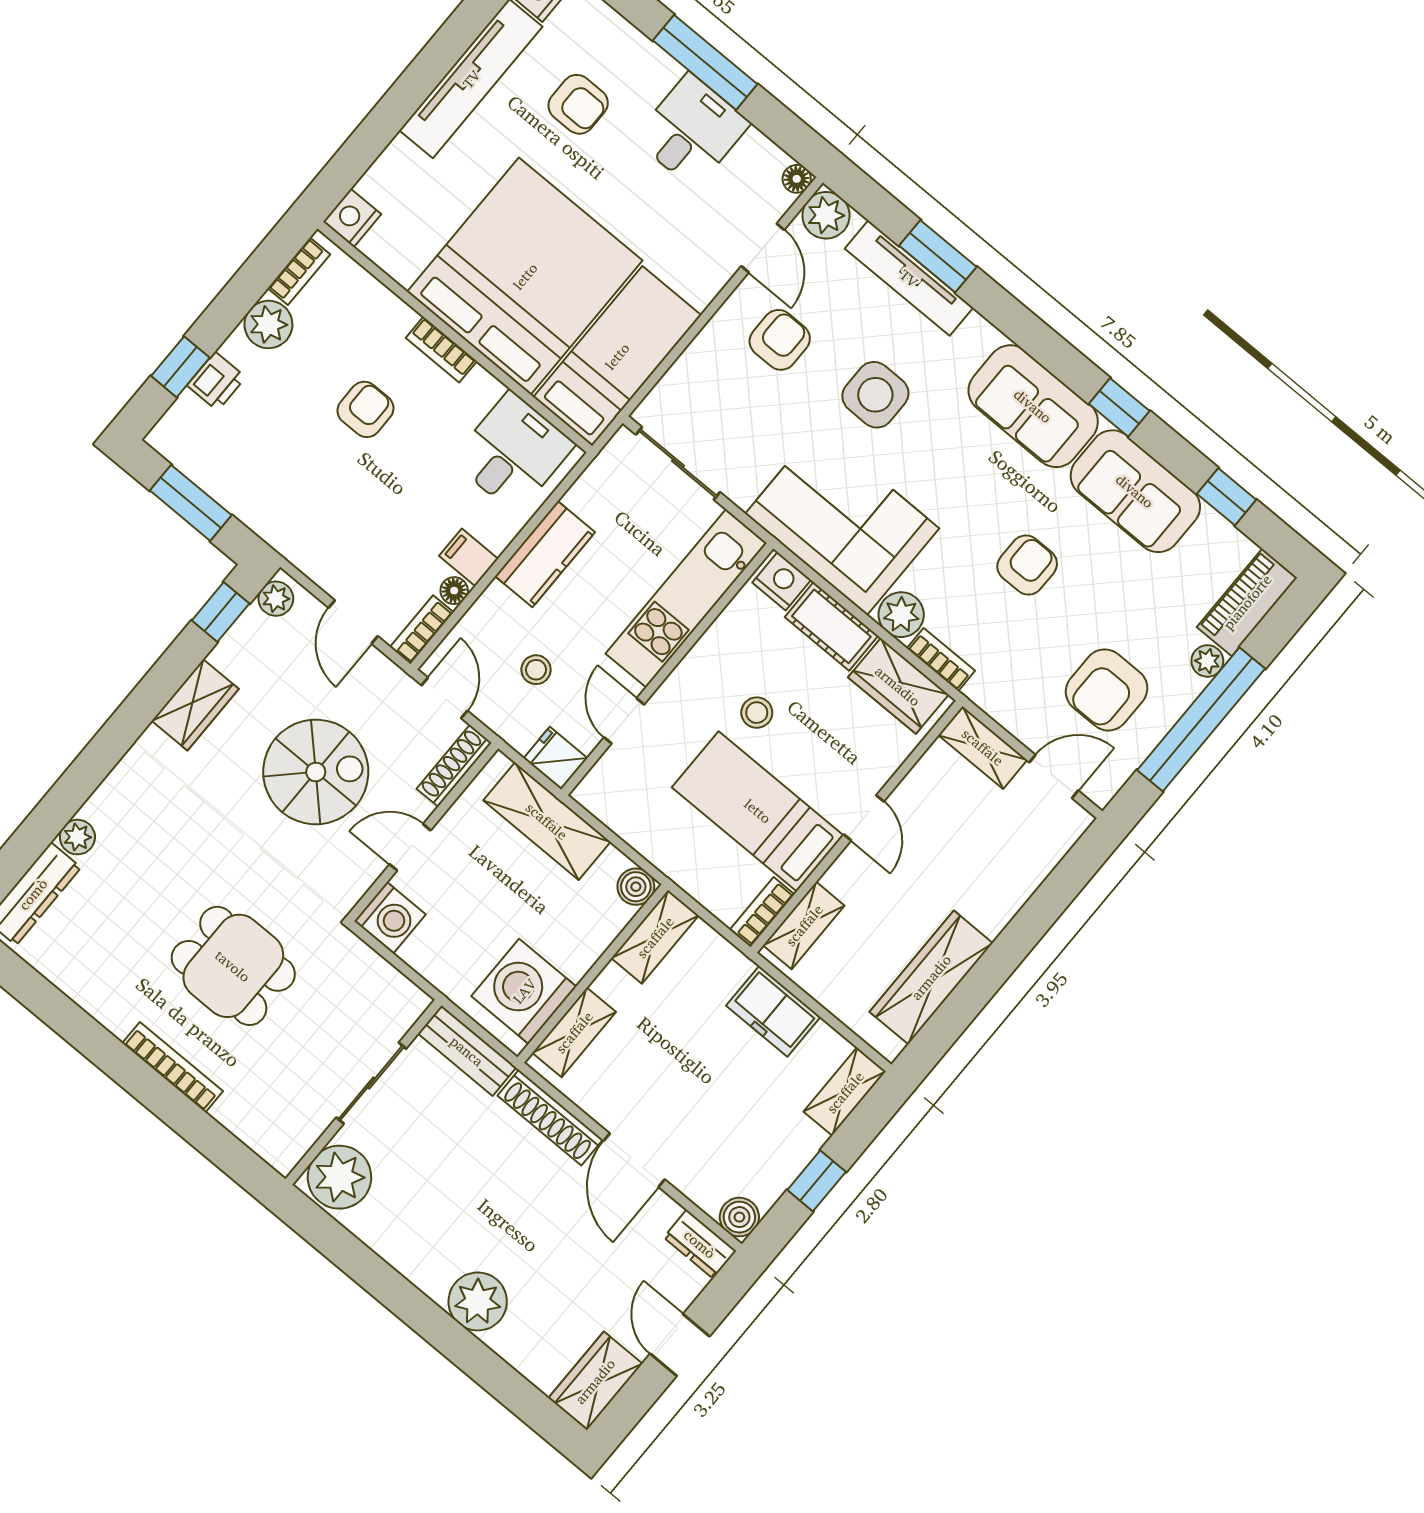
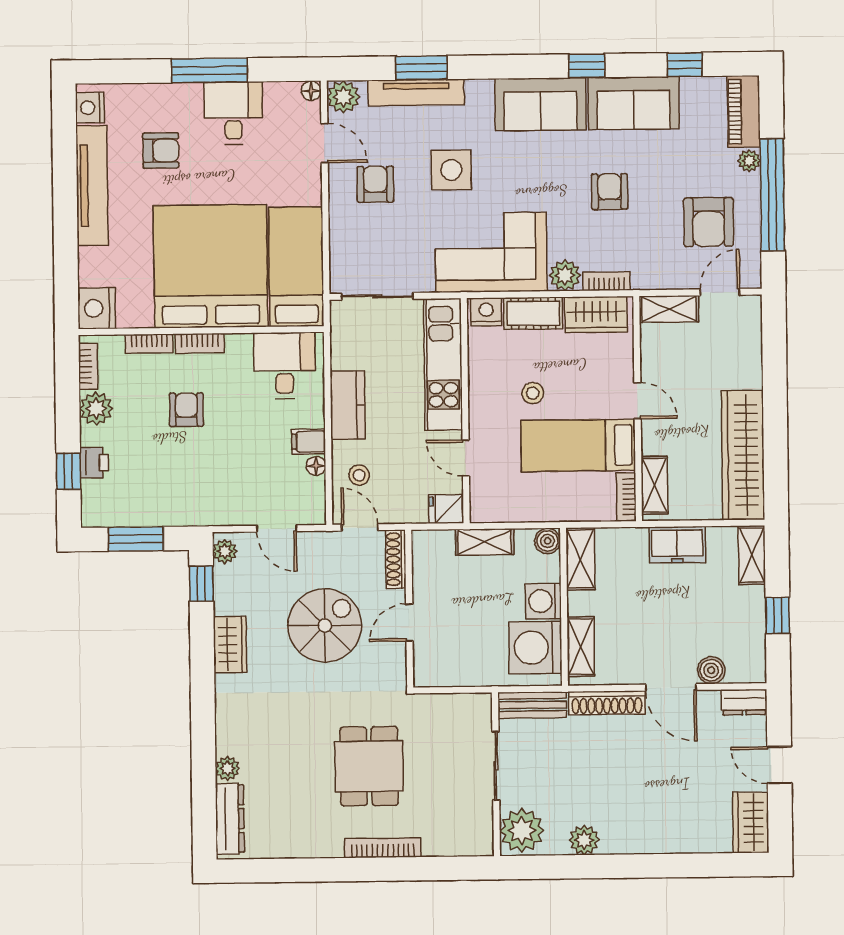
nightstand: (352, 218) -> (97, 308), width x1.36, depth x1.33
bookcase: (422, 630) -> (149, 344), moved, turned -90
stool: (536, 670) -> (359, 475), moved
shelving: (547, 821) -> (485, 542), width x0.67, depth x0.75
washing machine: (390, 918) -> (543, 601), moved, turned 180
dining table: (233, 966) -> (369, 766), turned 90
wardrobe: (931, 977) -> (743, 455), width x1.40, depth x1.17
boiler: (739, 1217) -> (711, 670), moved
plant: (478, 1301) -> (584, 840), moved, width x0.73, depth x0.73

